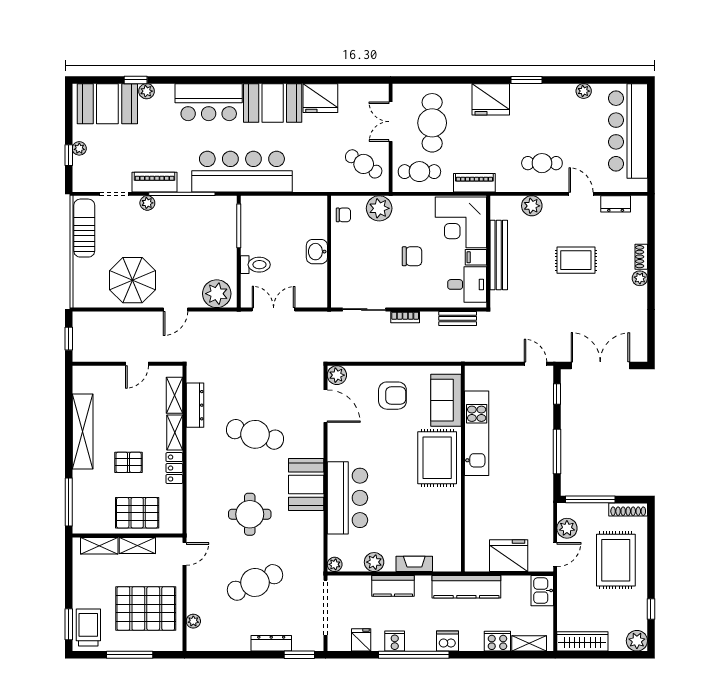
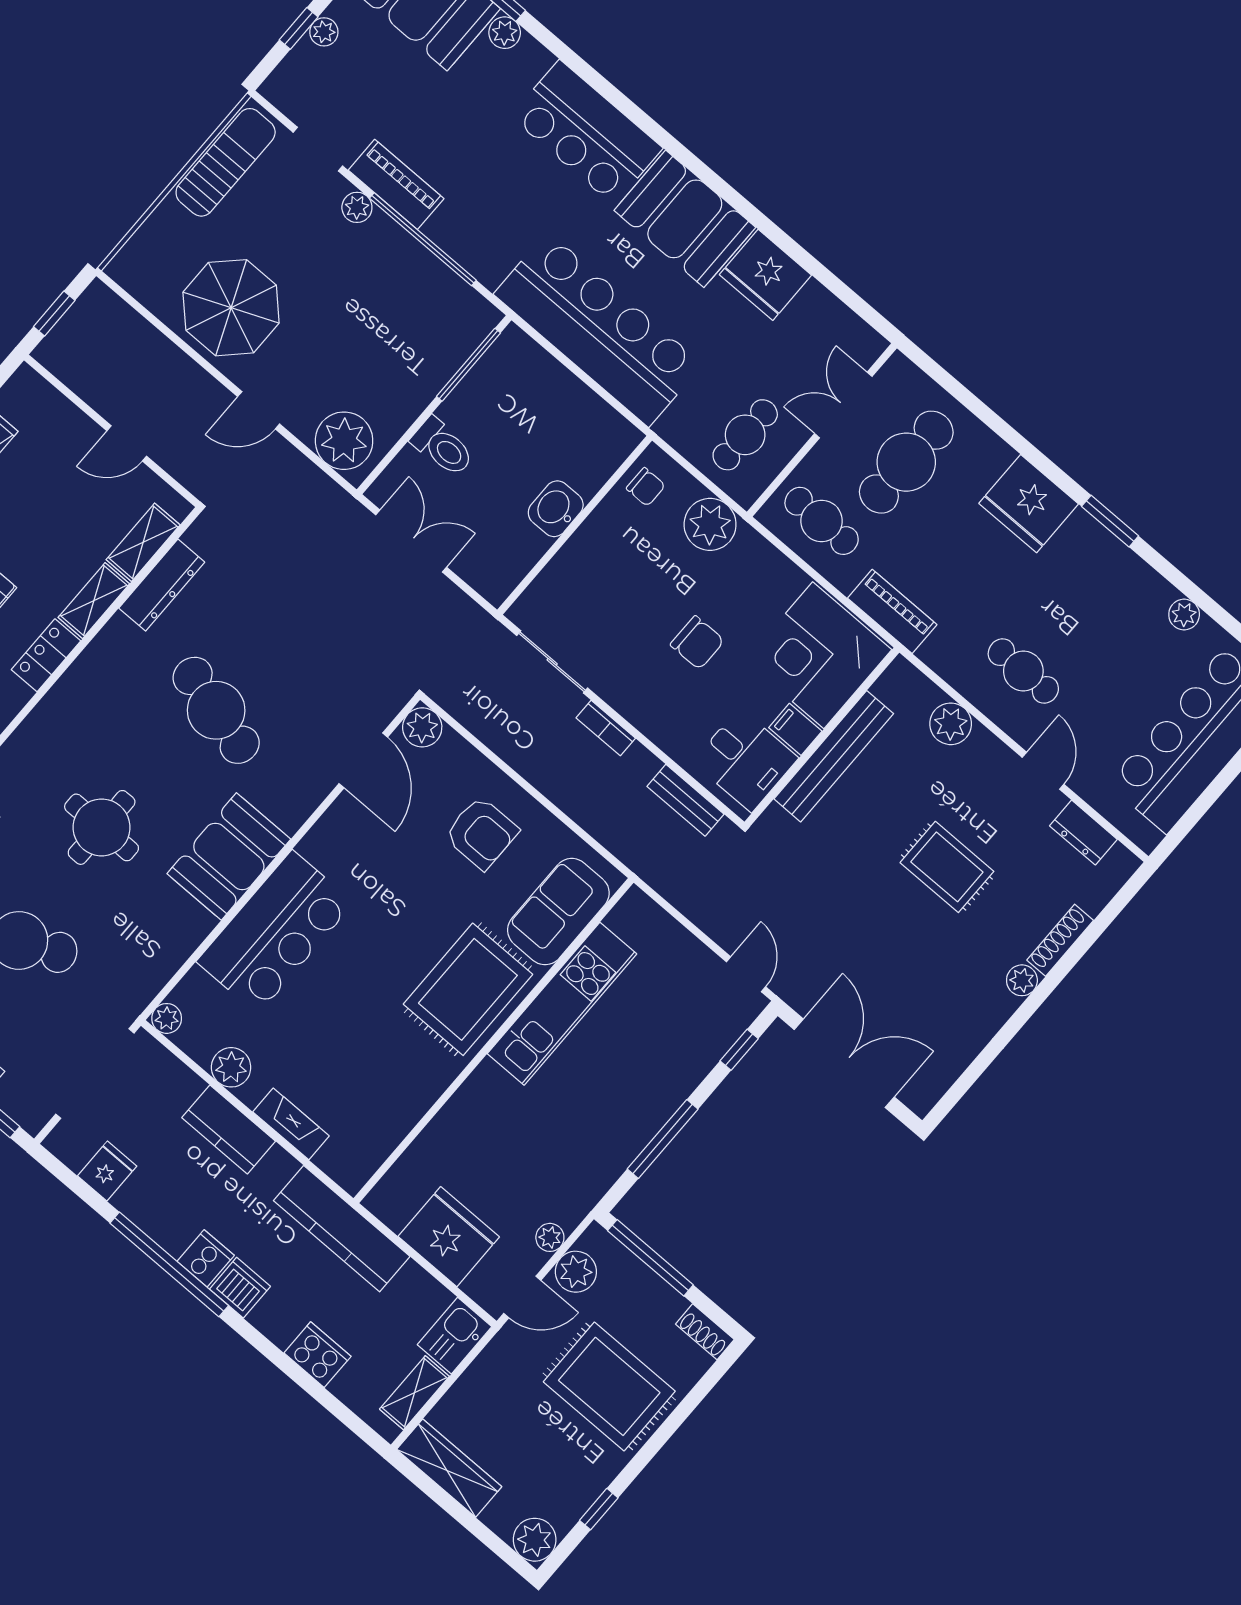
cafe table: (364, 164) -> (745, 435), turned 57
bar counter: (242, 172) -> (598, 329), moved
shoe rack: (641, 257) -> (1060, 940), width x1.43
shoe rack: (628, 510) -> (705, 1332), width x0.70
plant: (546, 524) -> (550, 1237), added
rug: (616, 560) -> (609, 1386), turned 90
cooker: (395, 641) -> (206, 1258), moved
shelving: (529, 643) -> (414, 1393), moved, turned 90

